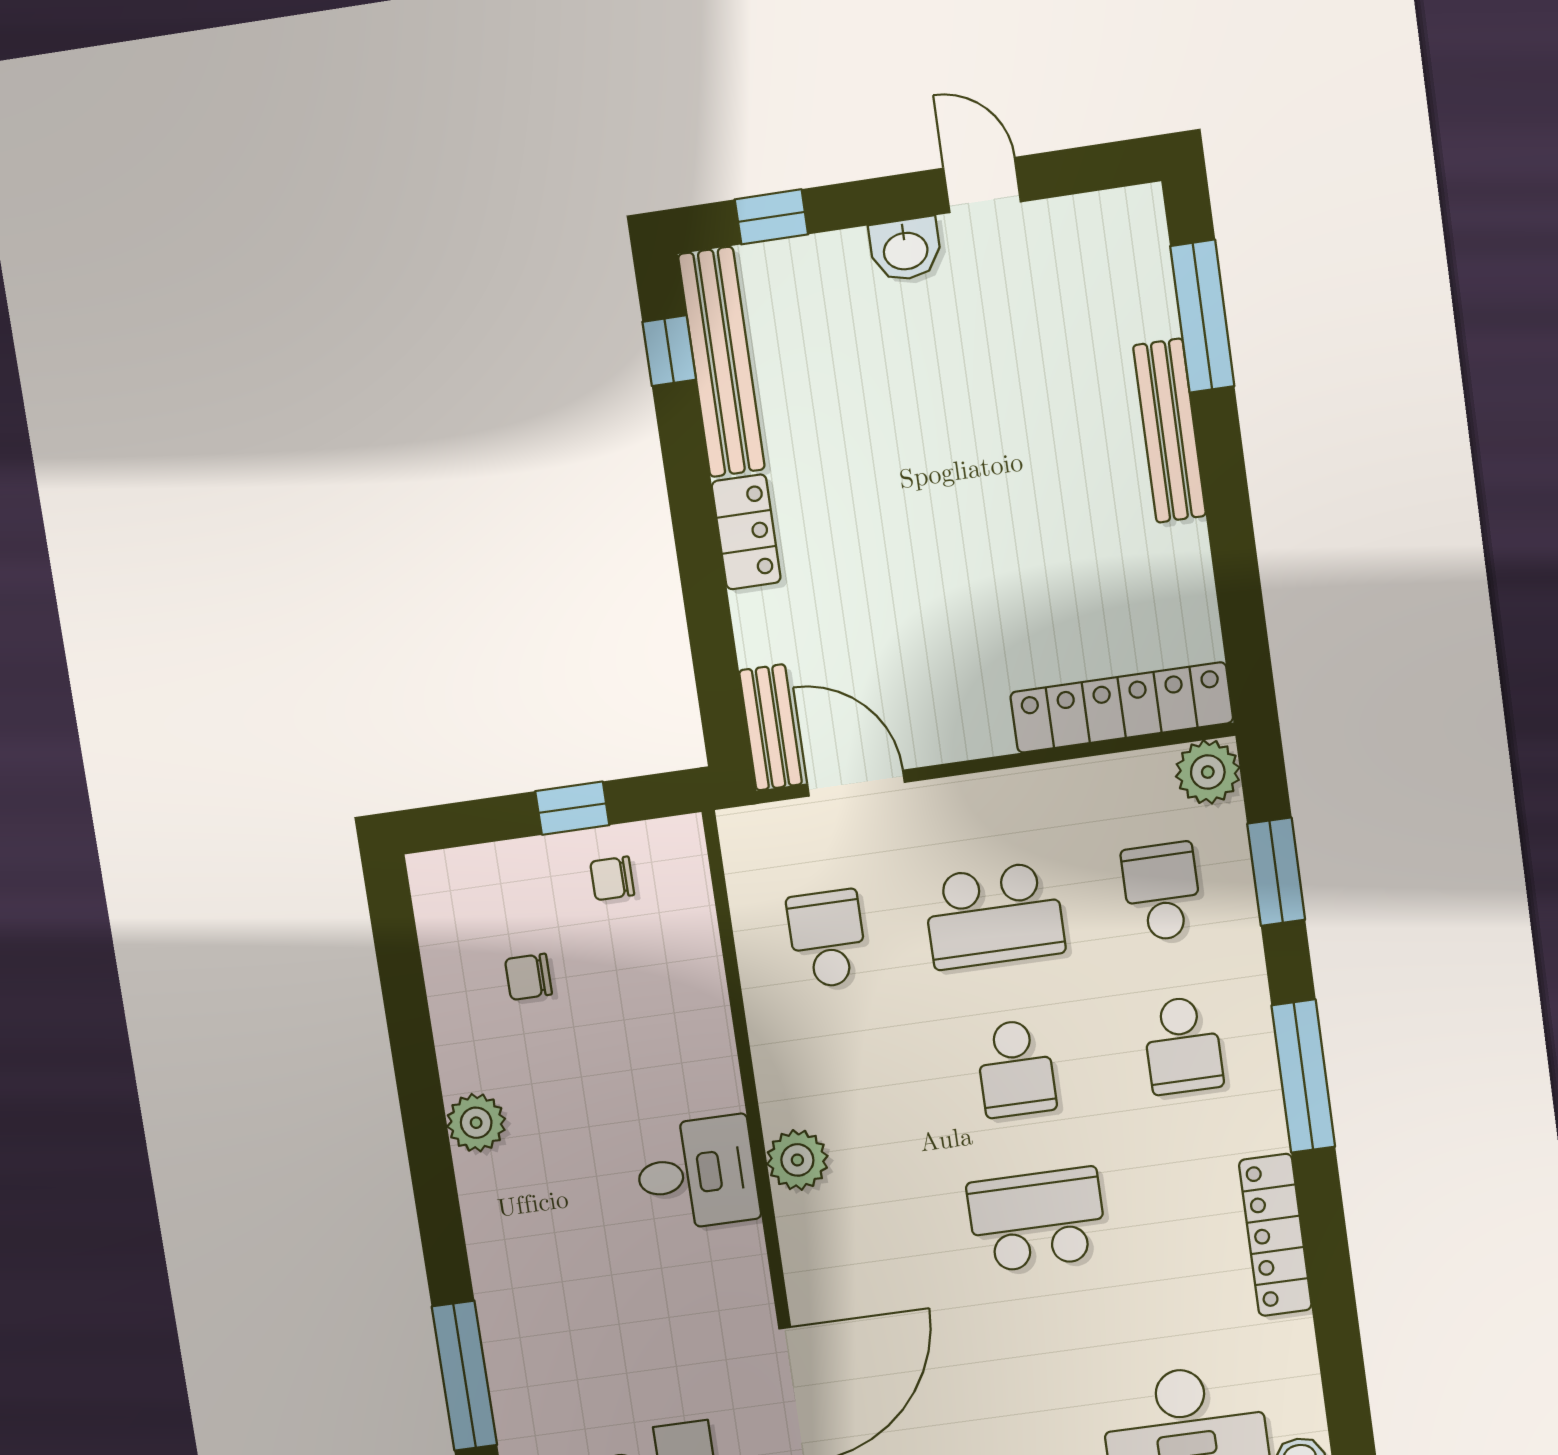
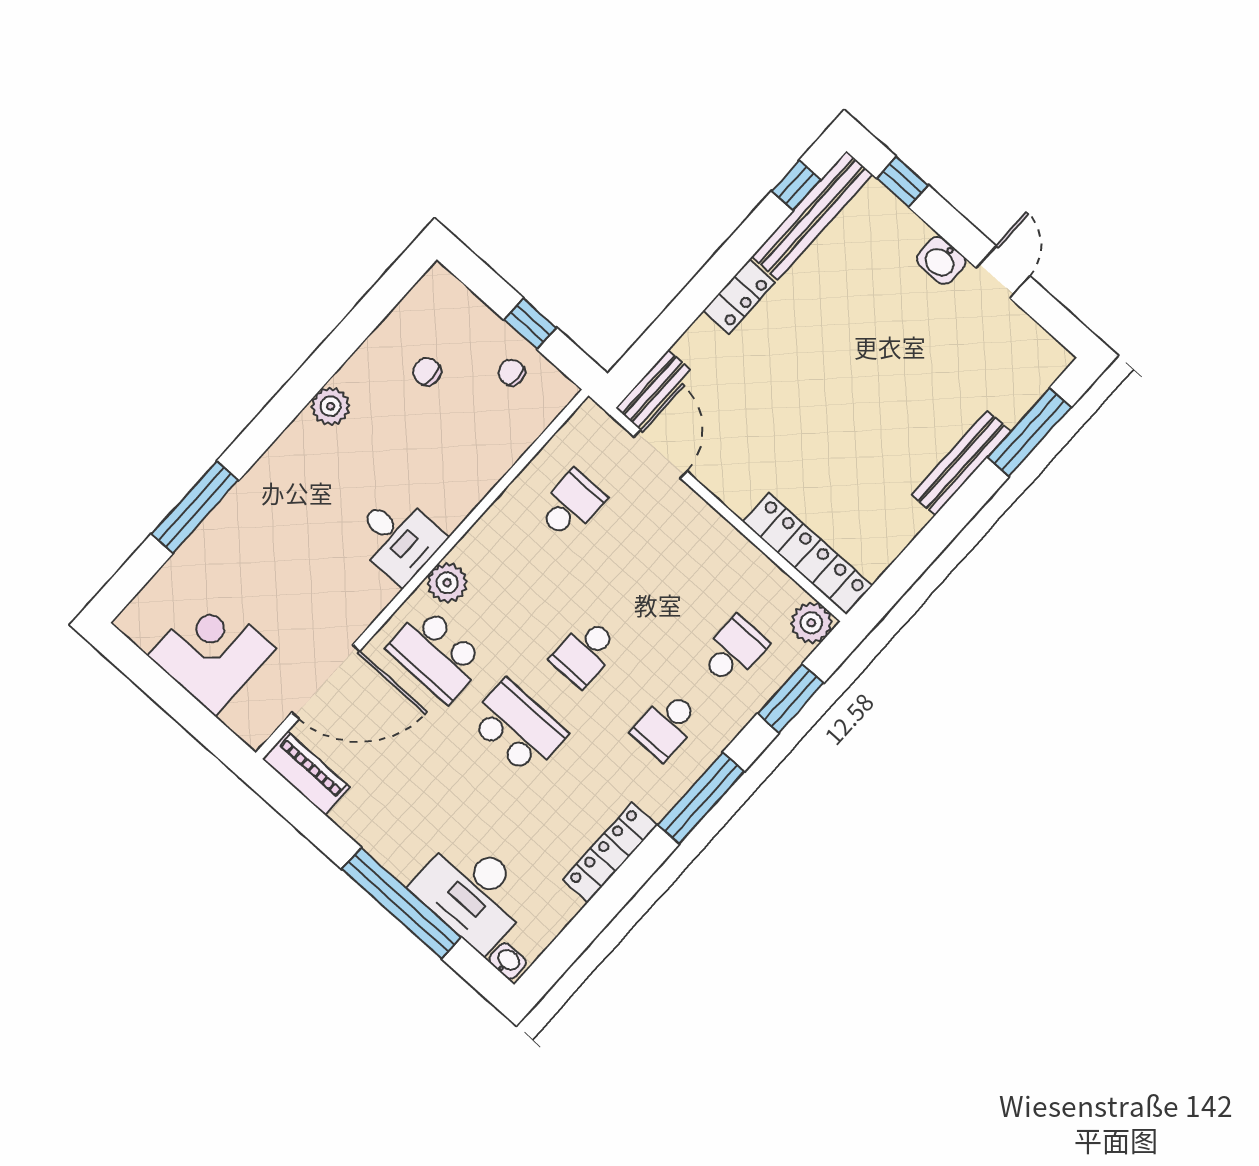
school desk: (994, 915) -> (436, 655), moved

